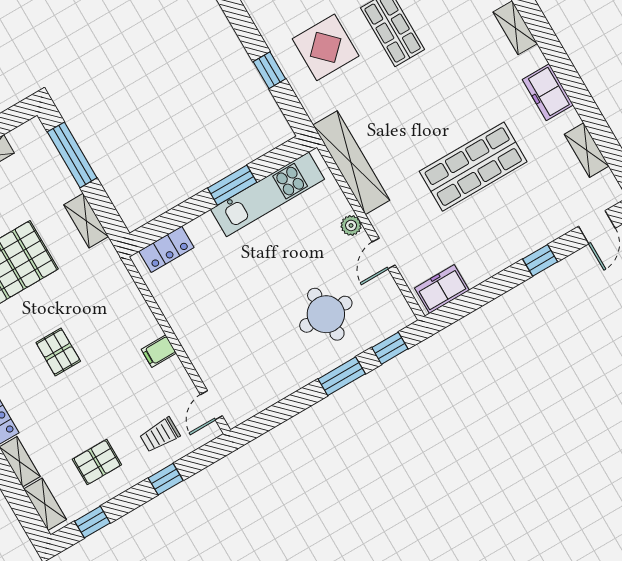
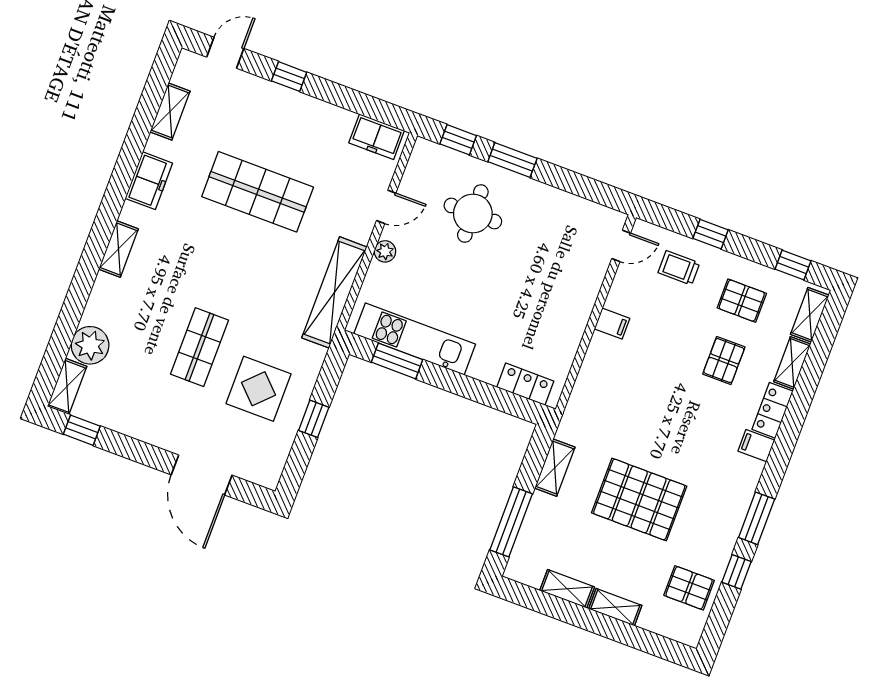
window: (232, 185) -> (397, 361), moved
pallet: (58, 352) -> (724, 361), moved
trolley: (160, 435) -> (679, 268), turned 180

